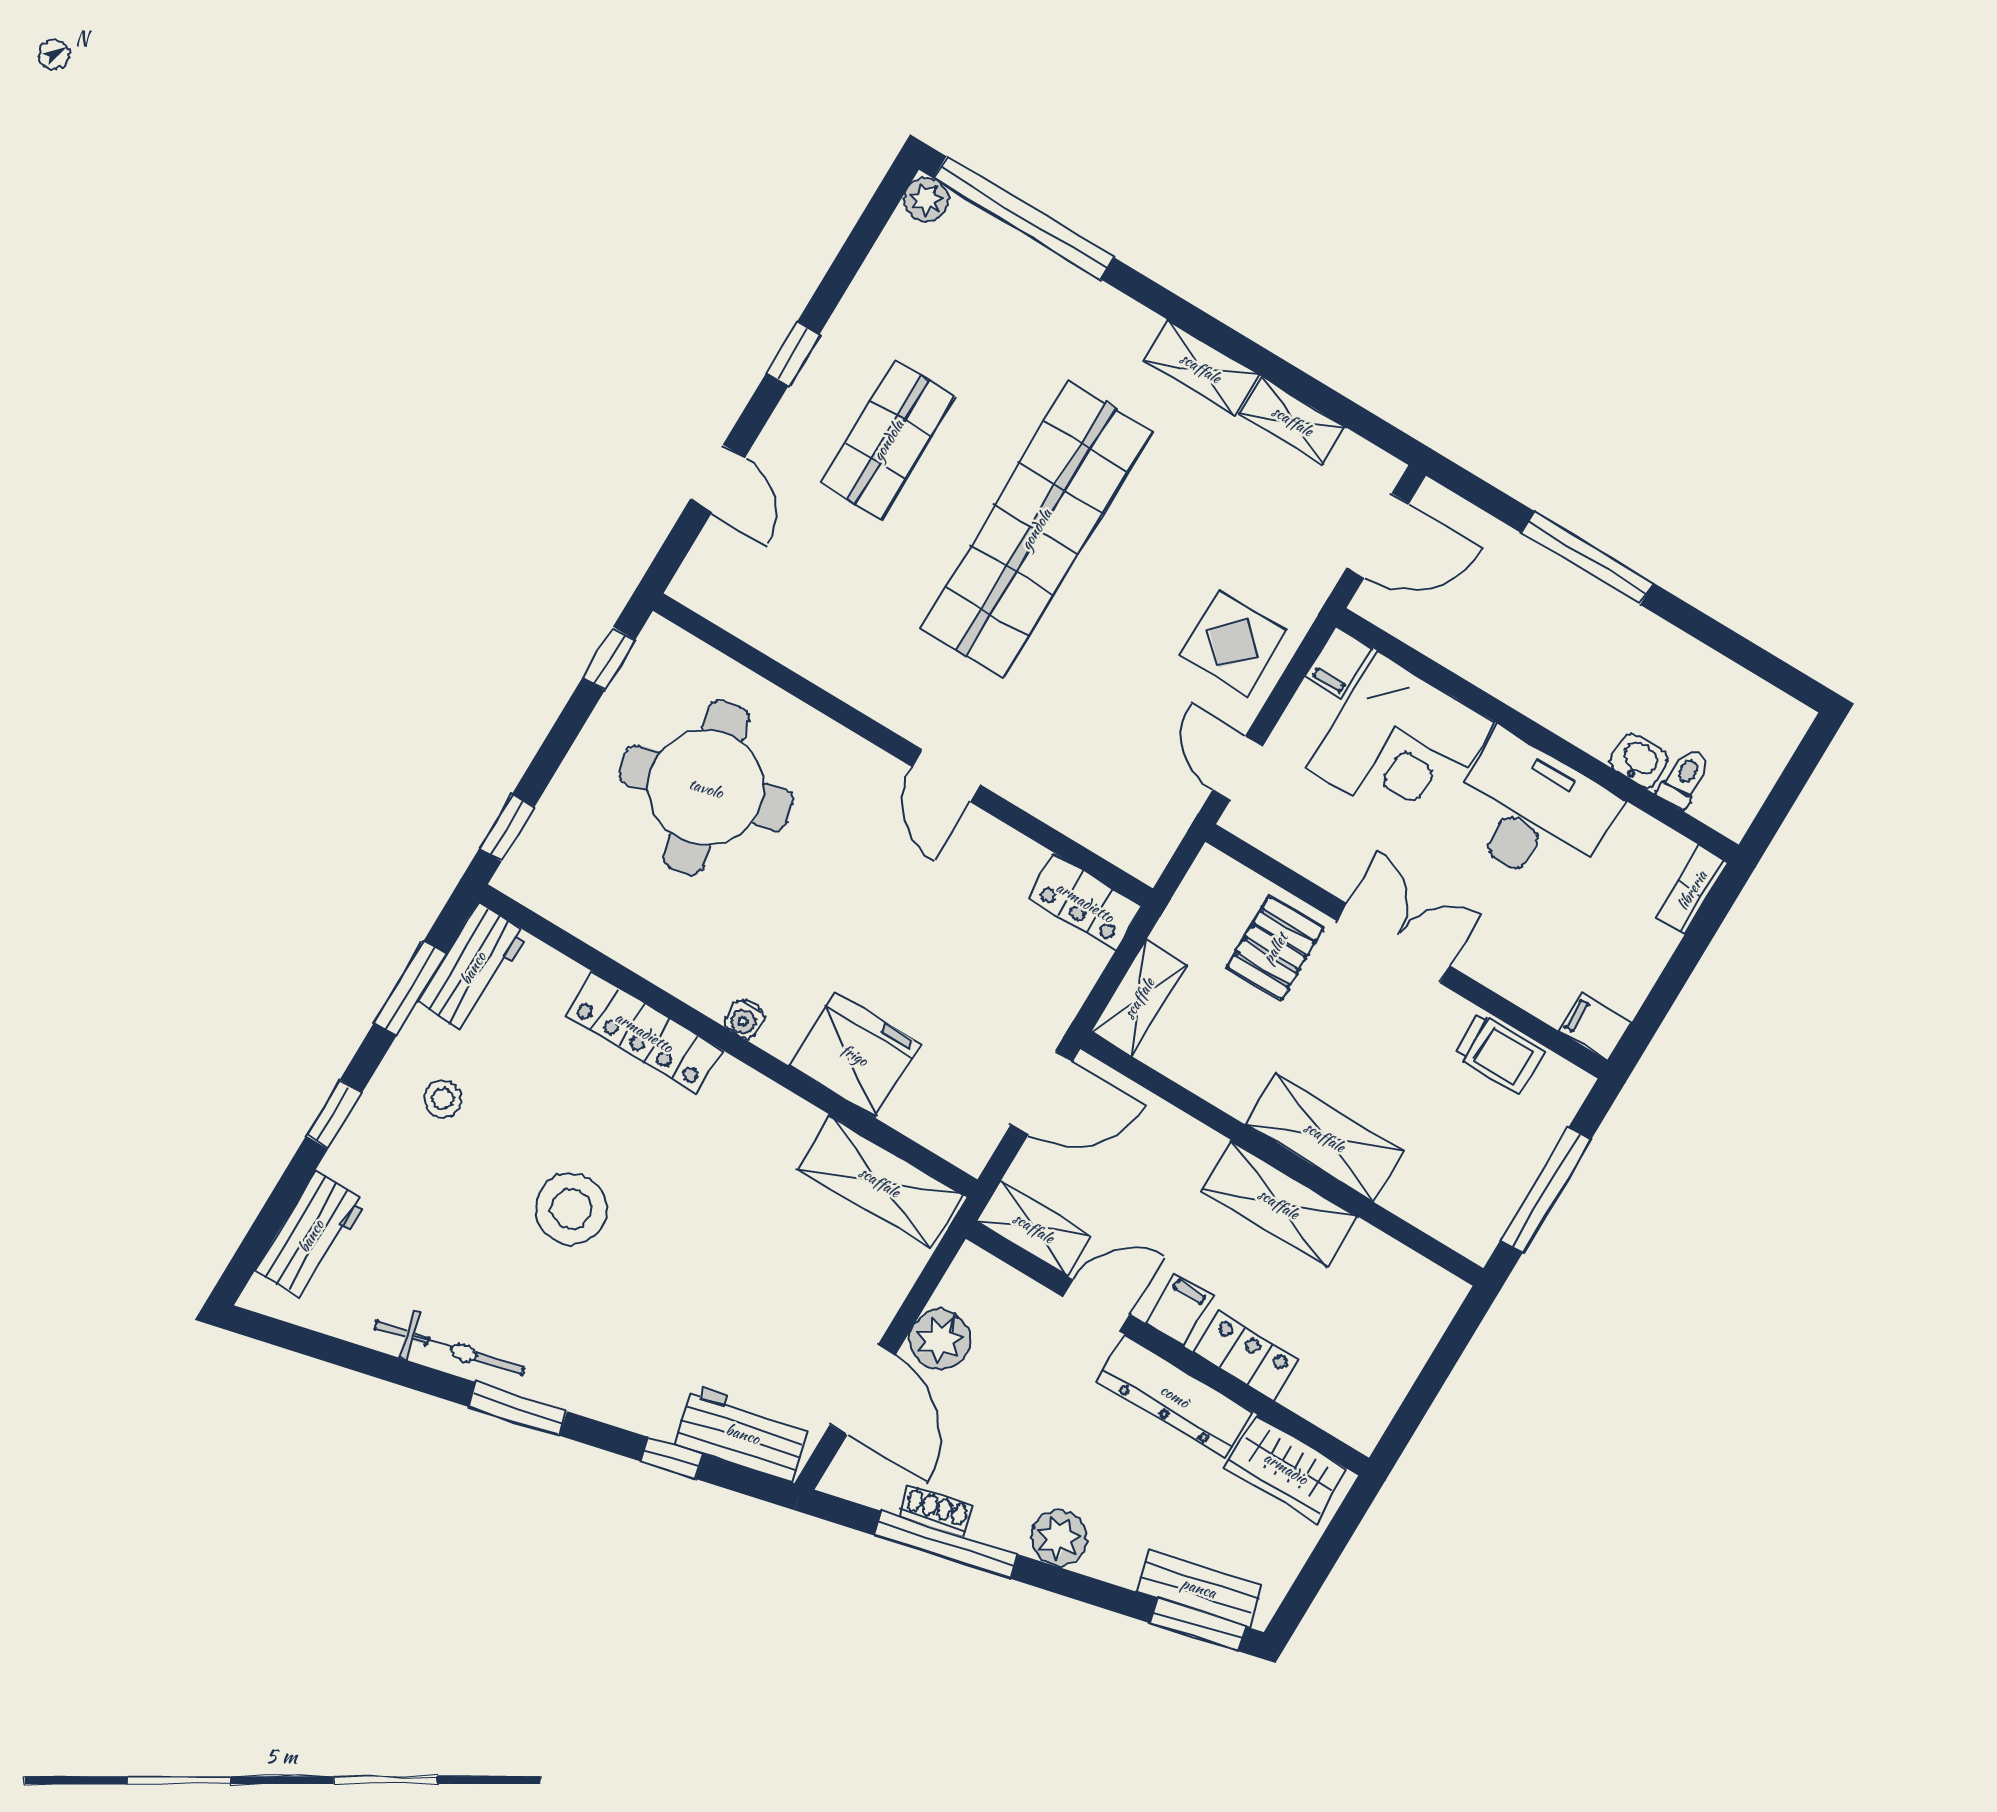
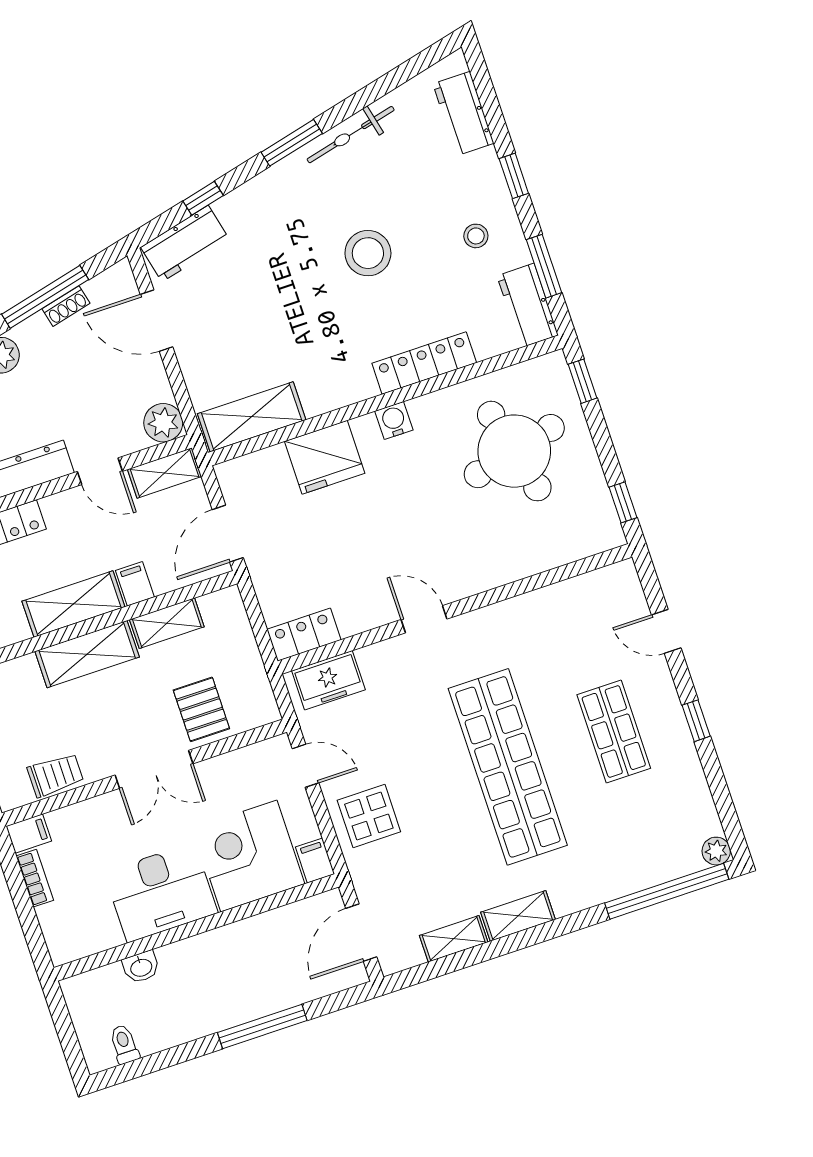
toilet: (1684, 778) -> (124, 1044), moved, turned 180
round table: (706, 788) -> (514, 451), moved
freezer: (1114, 827) -> (328, 680), added
bookcase: (1692, 890) -> (35, 878), moved
shelving: (1139, 998) -> (167, 623), moved, turned 90
water cooler: (744, 1019) -> (394, 420), width x1.38, depth x1.38
trolley: (1499, 1054) -> (55, 775), turned 180
door: (1097, 1306) -> (100, 471), hinge flipped
filing cabinet: (1179, 1309) -> (135, 584), moved, turned 180
plant: (940, 1340) -> (163, 423), moved

